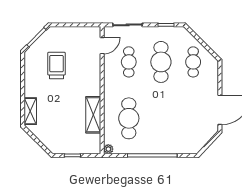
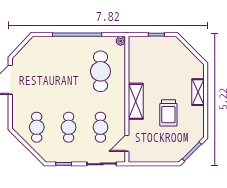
cafe table: (161, 62) -> (69, 127), width x0.73, depth x0.74
trolley: (56, 66) -> (168, 113), moved
shelving: (30, 111) -> (198, 92), moved
shelving: (93, 115) -> (136, 101), moved

